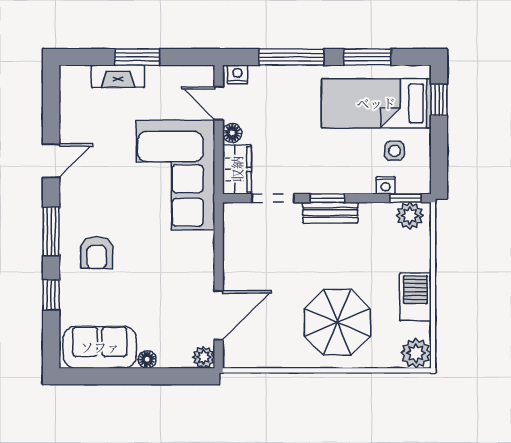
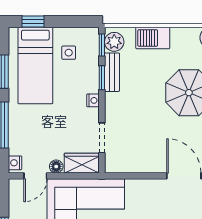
nightstand: (386, 185) -> (93, 100), moved
window: (327, 198) -> (102, 78), moved
bench: (330, 213) -> (112, 72), moved
barbecue: (415, 297) -> (153, 38), moved

